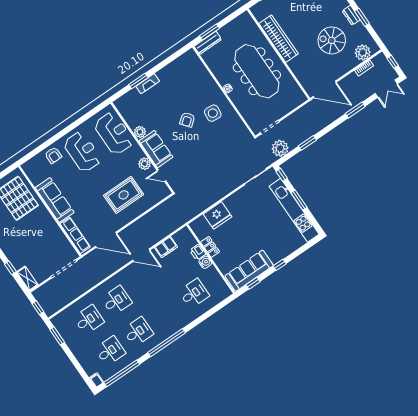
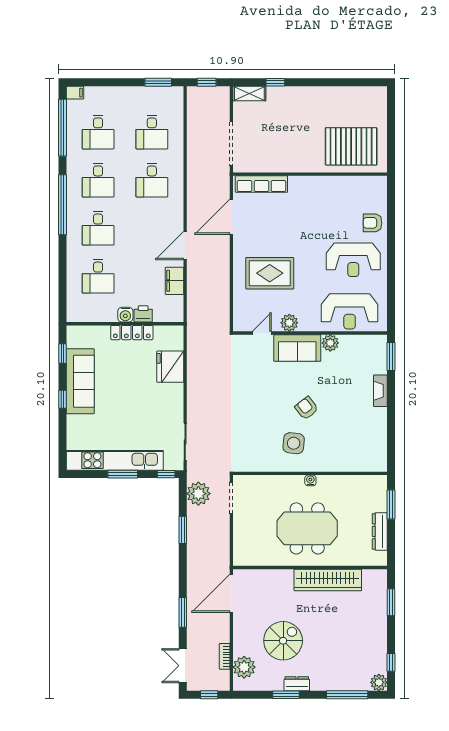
dresser: (208, 43) -> (380, 531), moved
meeting table: (257, 71) -> (307, 528), width x0.73
window: (138, 81) -> (391, 357), moved
rug: (124, 195) -> (270, 273), turned 90
sofa: (55, 200) -> (319, 189), removed
locker: (210, 247) -> (132, 333), width x1.53
sofa: (249, 271) -> (80, 381), moved
desk: (166, 313) -> (98, 228), added

